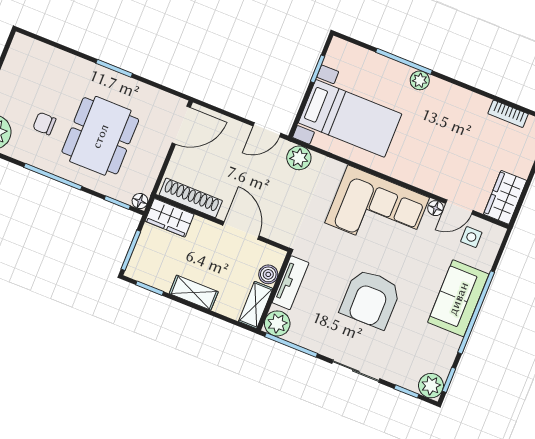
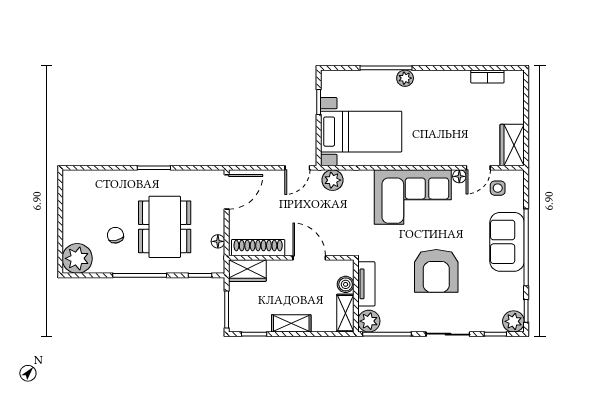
chair: (44, 124) -> (115, 235), turned 76
floor lamp: (140, 201) -> (218, 241), moved

